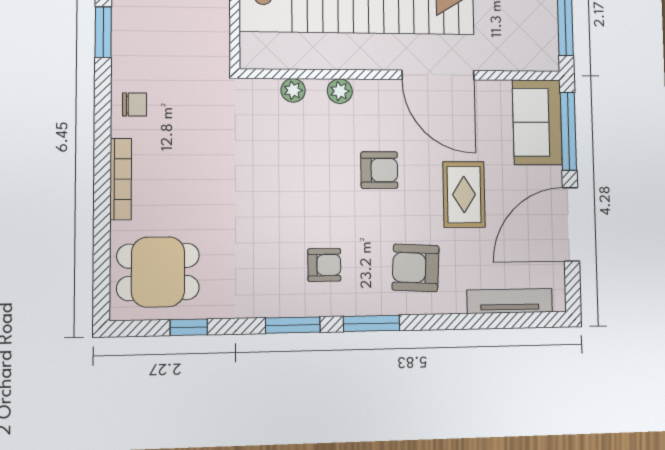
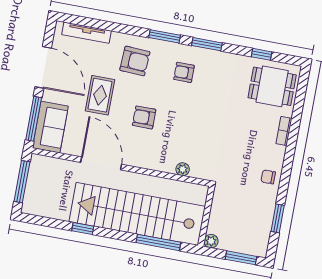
plant: (340, 91) -> (157, 164), removed
bookcase: (121, 179) -> (284, 131), width x0.64
door: (571, 224) -> (43, 67), hinge flipped

